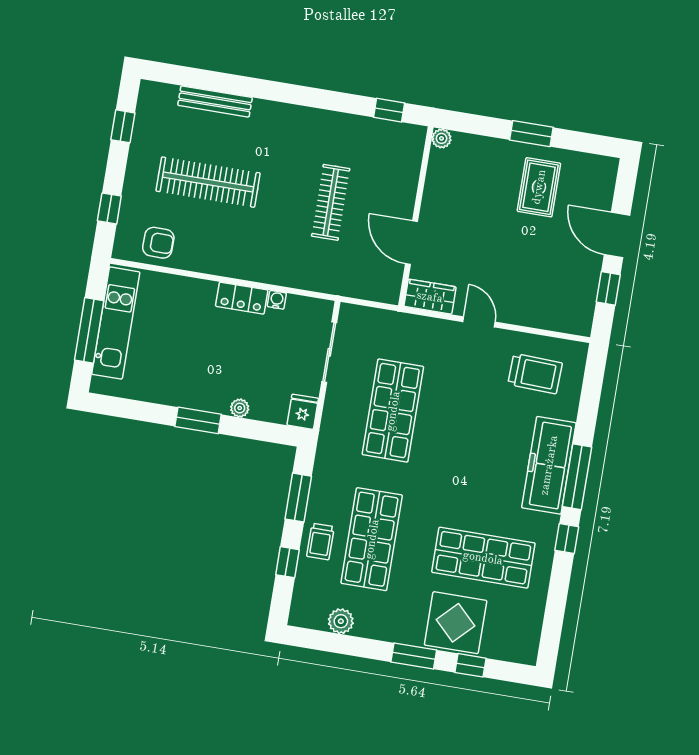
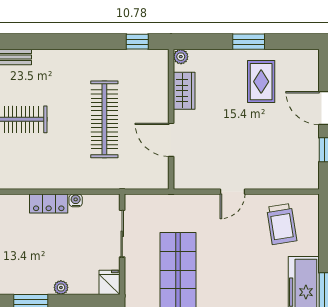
clothes rail: (331, 202) -> (104, 119), width x1.37, depth x1.31
wardrobe: (430, 297) -> (184, 91), moved, turned 90
door: (479, 322) -> (232, 192), swing flipped
trolley: (535, 374) -> (282, 224), turned 79

